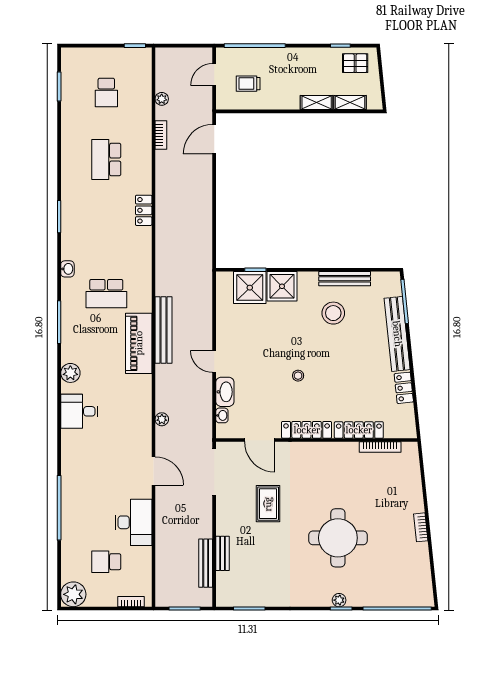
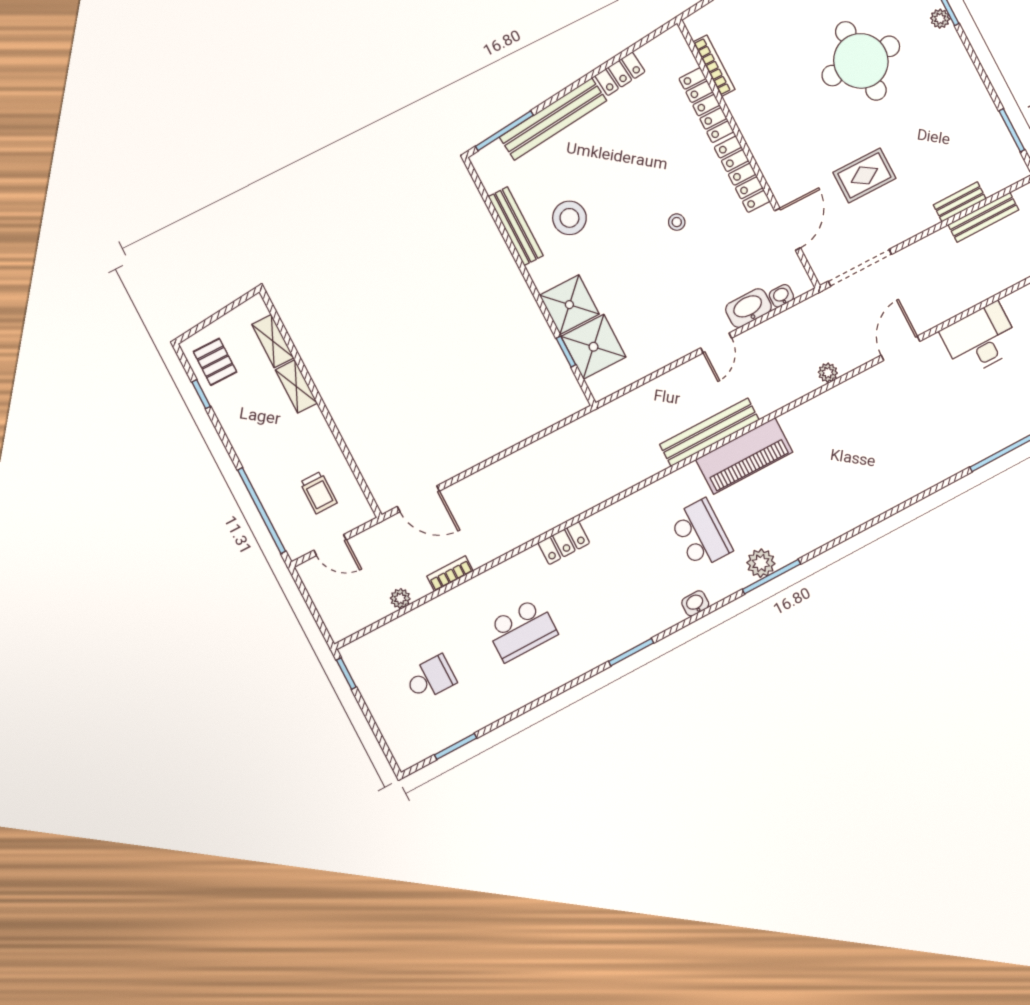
plant: (70, 373) -> (761, 563), moved
desk: (79, 411) -> (874, 487), removed

